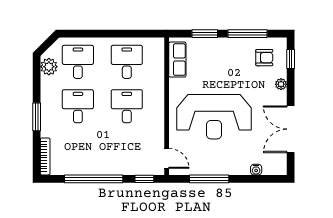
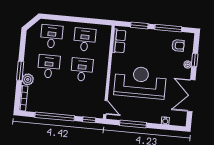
window: (291, 59) -> (195, 60), moved
plant: (49, 67) -> (28, 79), moved
reception desk: (214, 117) -> (140, 82), turned 180

